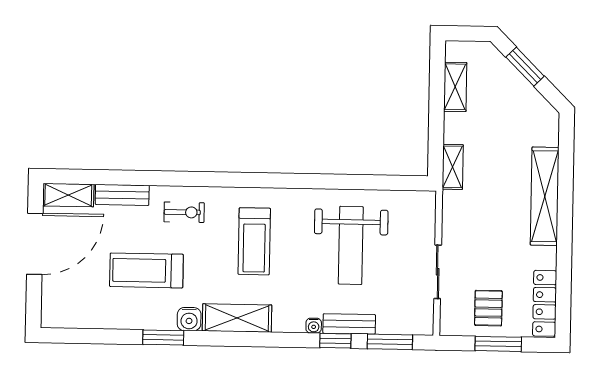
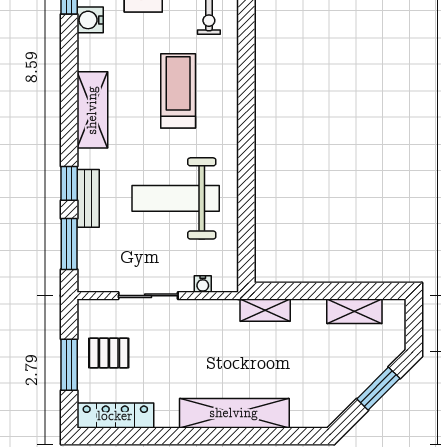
treadmill: (254, 241) -> (178, 91), turned 90
shelving: (237, 318) -> (92, 110), moved
water cooler: (314, 326) -> (203, 284), moved, turned -90

